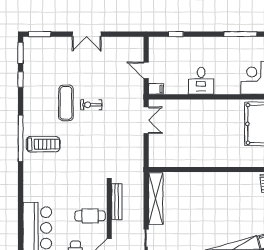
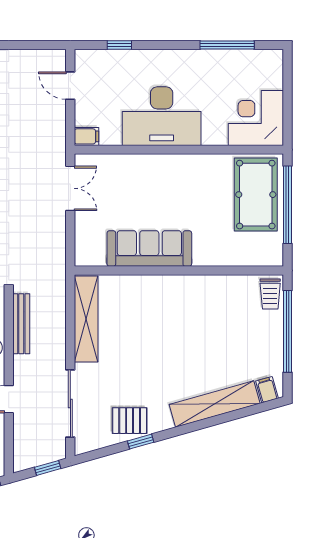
door: (146, 70) -> (70, 86), moved
desk: (201, 81) -> (162, 116), width x1.87, depth x1.30
sofa: (194, 156) -> (149, 248), added

